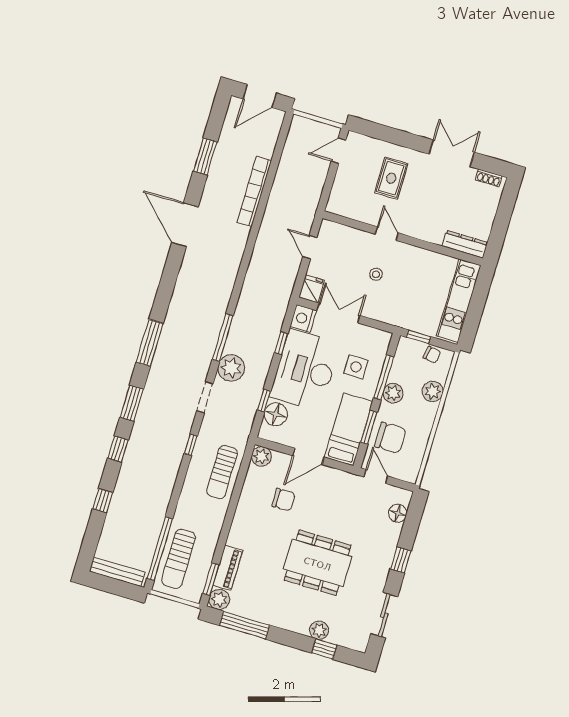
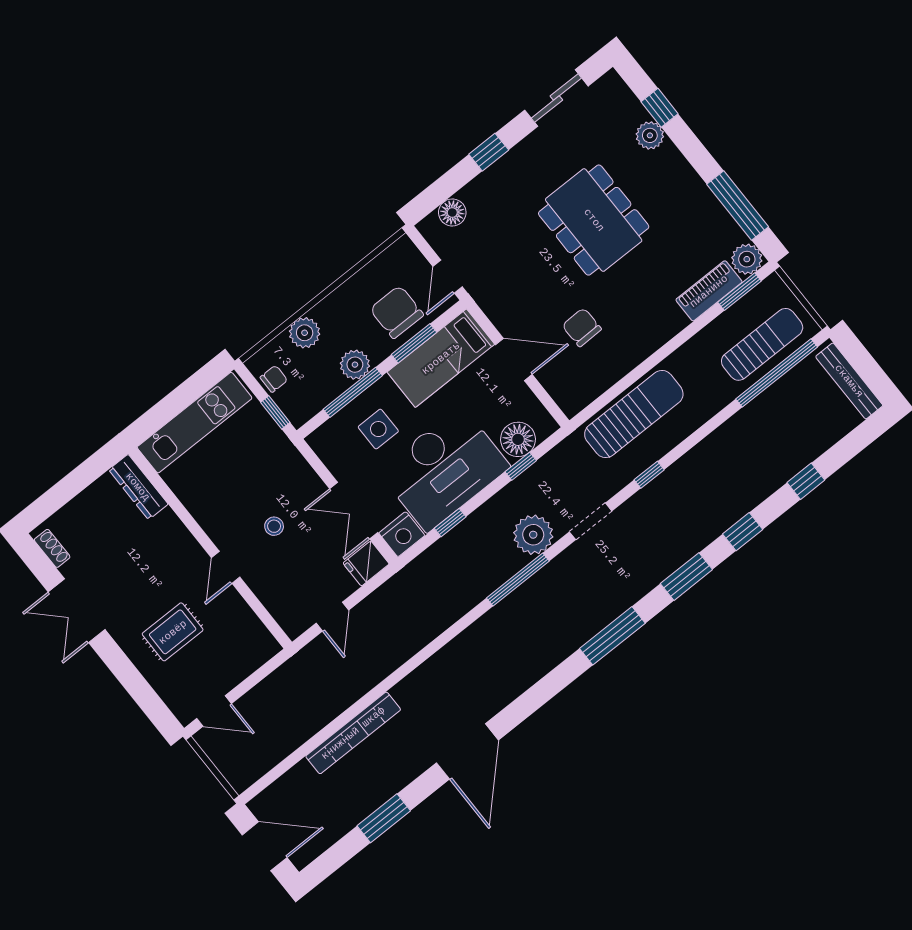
chair: (432, 355) -> (274, 379), turned 81
plant: (261, 456) -> (572, 400), removed
sun lounger: (222, 472) -> (634, 414), width x1.36, depth x1.34

